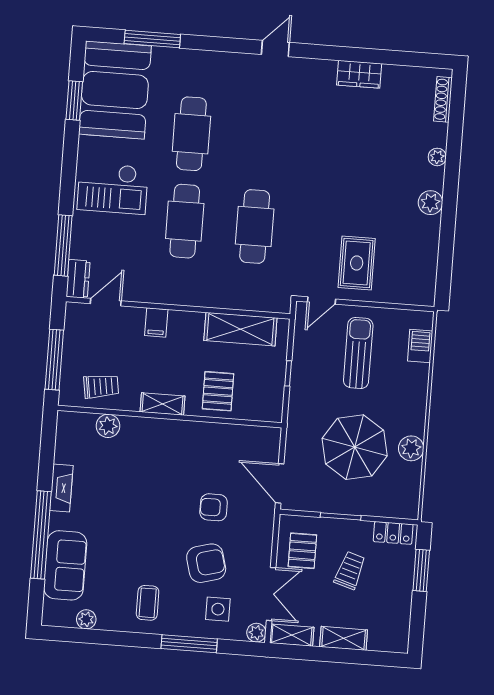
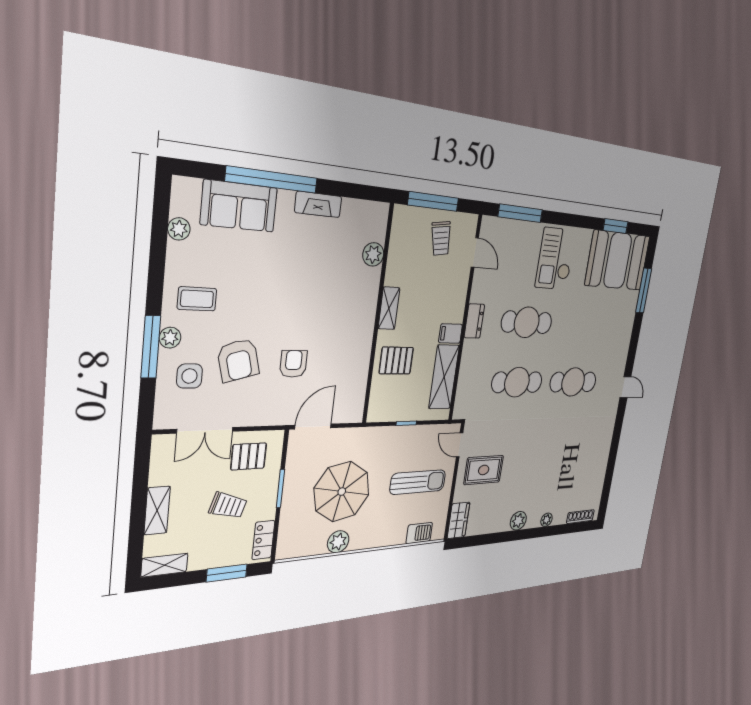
wardrobe: (359, 74) -> (458, 520), moved, turned 180
cafe table: (191, 134) -> (573, 382), moved
dresser: (78, 279) -> (474, 321), moved, turned -90
filing cabinet: (156, 322) -> (450, 334), moved
trolley: (101, 386) -> (441, 238), moved
plant: (256, 633) -> (170, 338), moved
shelving: (292, 635) -> (164, 565), moved, turned 90

